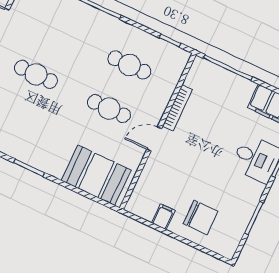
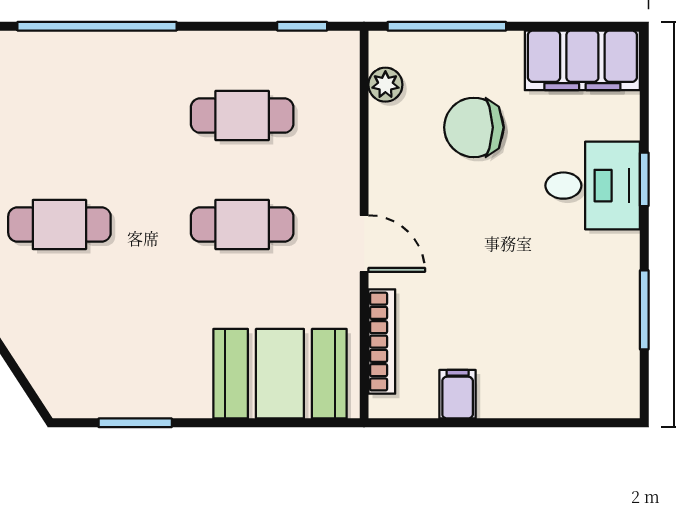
plant: (192, 79) -> (385, 85), added
bookcase: (177, 108) -> (382, 342), moved
door: (154, 139) -> (364, 244), swing flipped
chair: (200, 217) -> (474, 127), moved, turned 180

